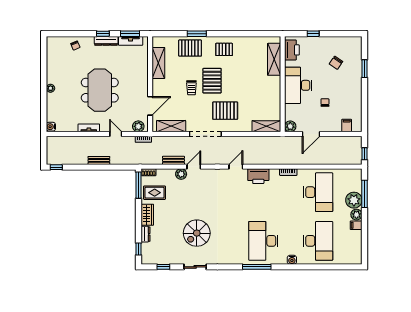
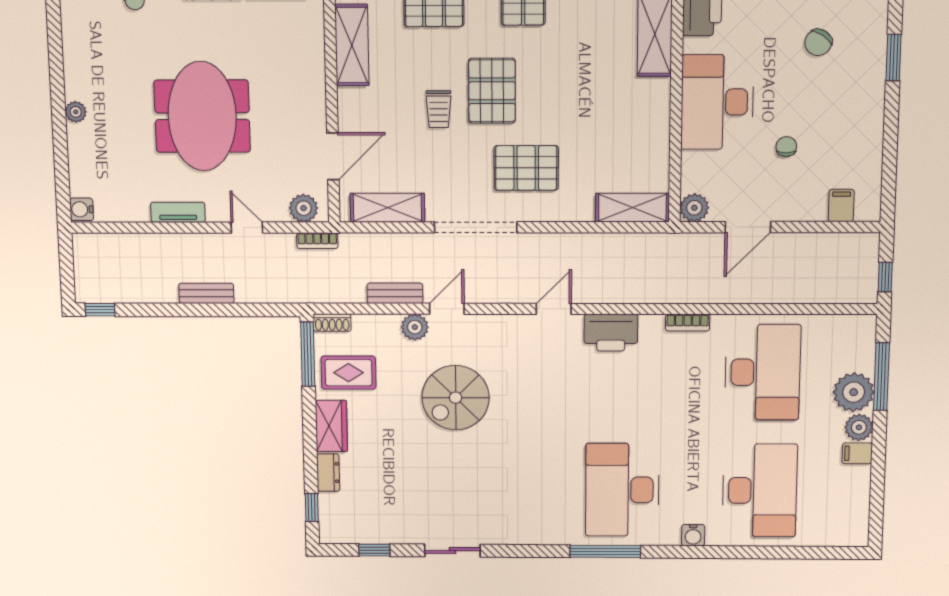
spiral stairs: (197, 233) -> (456, 398), moved

